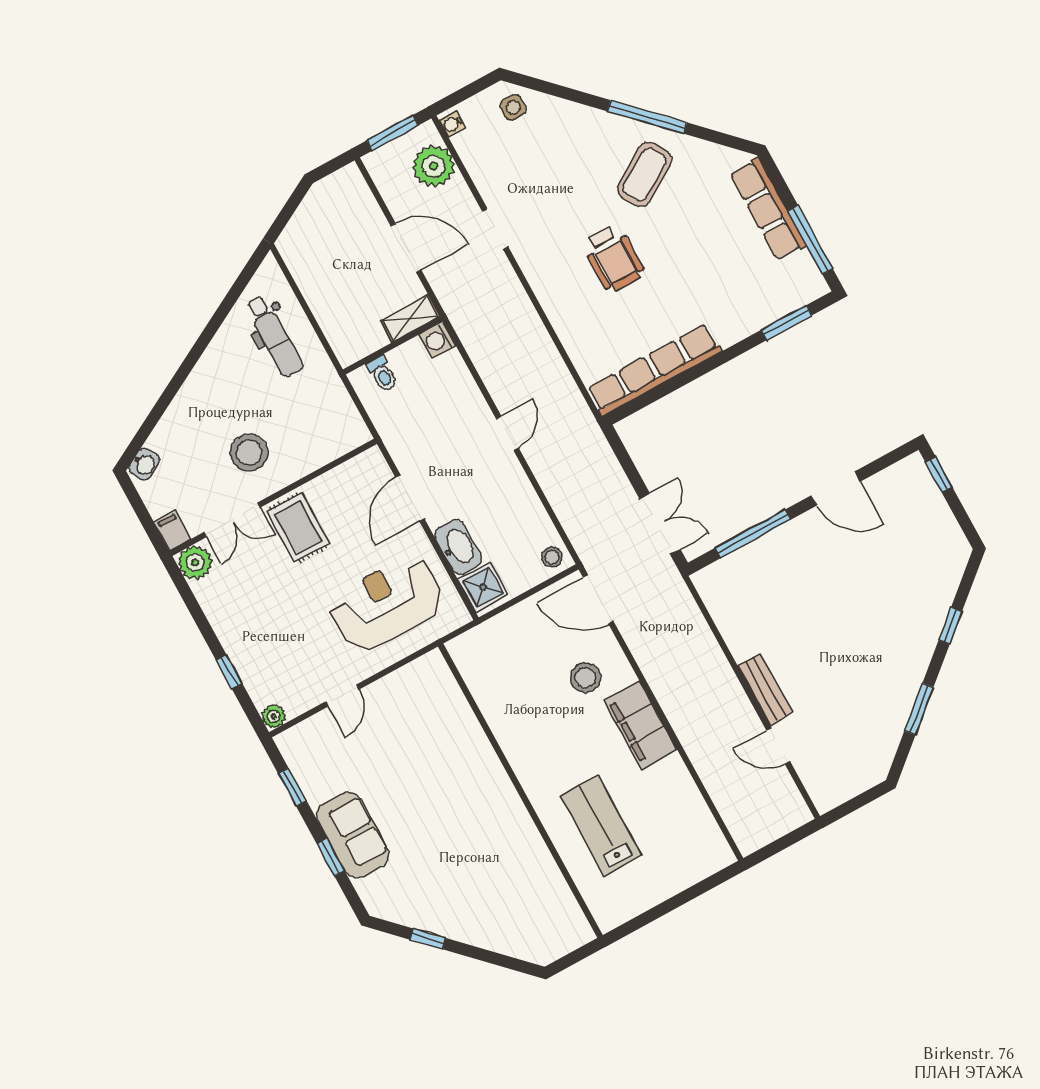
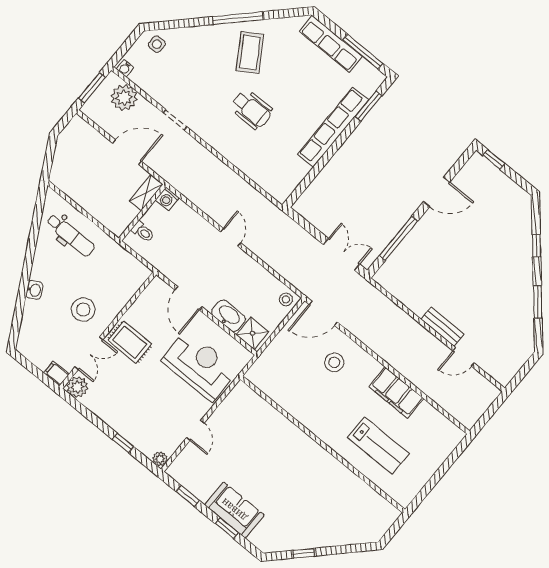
row of seats: (654, 370) -> (333, 127), moved
washbasin: (144, 464) -> (34, 290), moved
reception desk: (387, 603) -> (200, 366), turned 90
filing cabinet: (640, 725) -> (396, 393), moved
lab bench: (601, 825) -> (378, 446), turned 180

